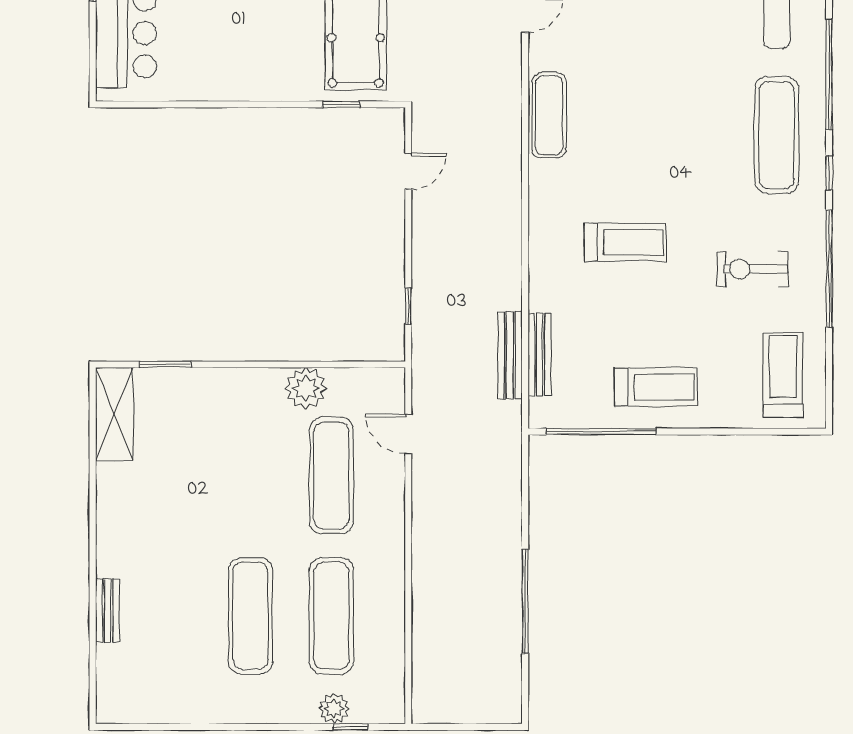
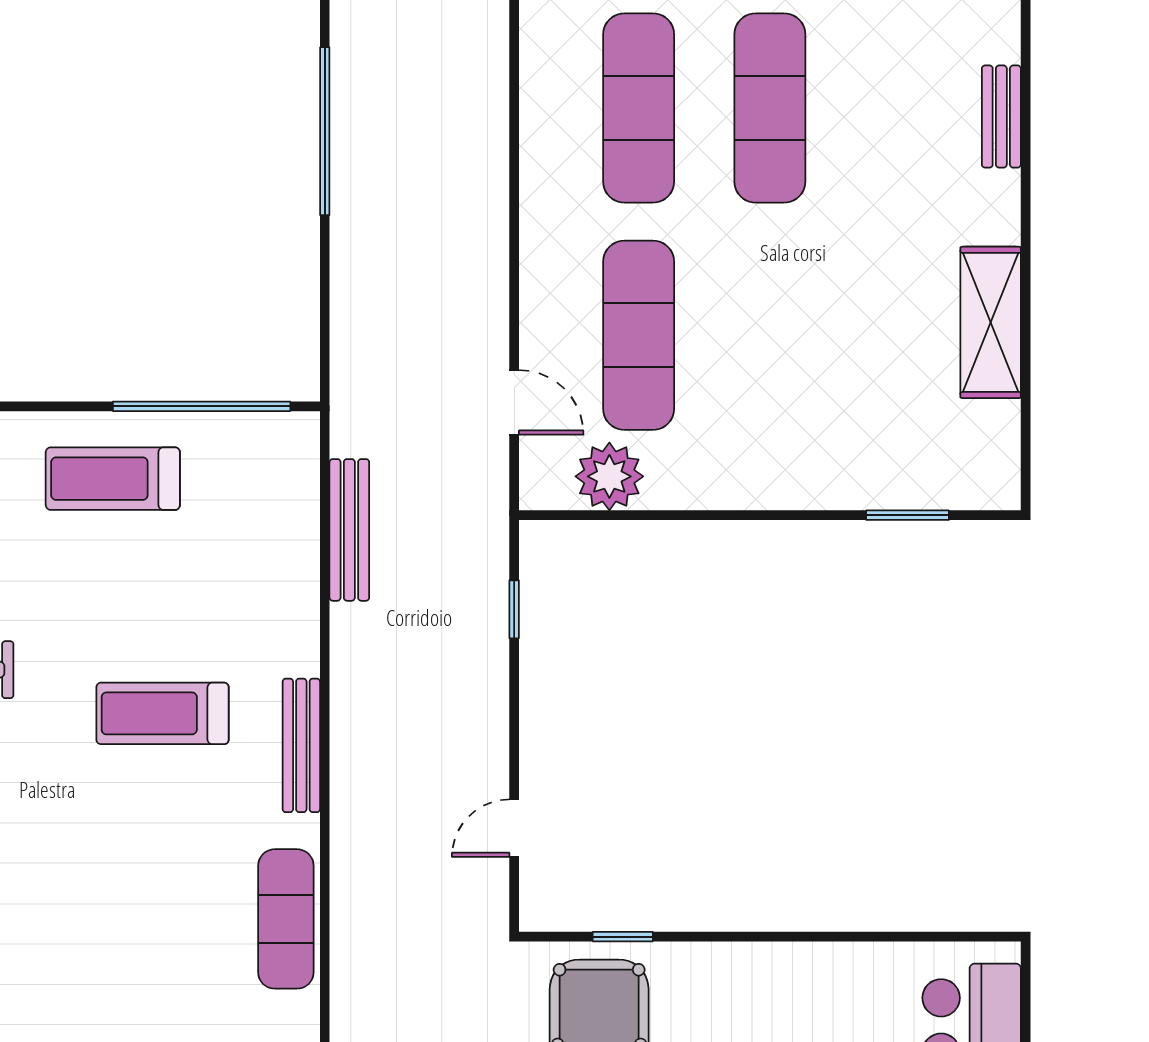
bench: (540, 355) -> (301, 745), moved
plant: (306, 388) -> (609, 476), moved
shelving: (114, 414) -> (991, 322), moved

